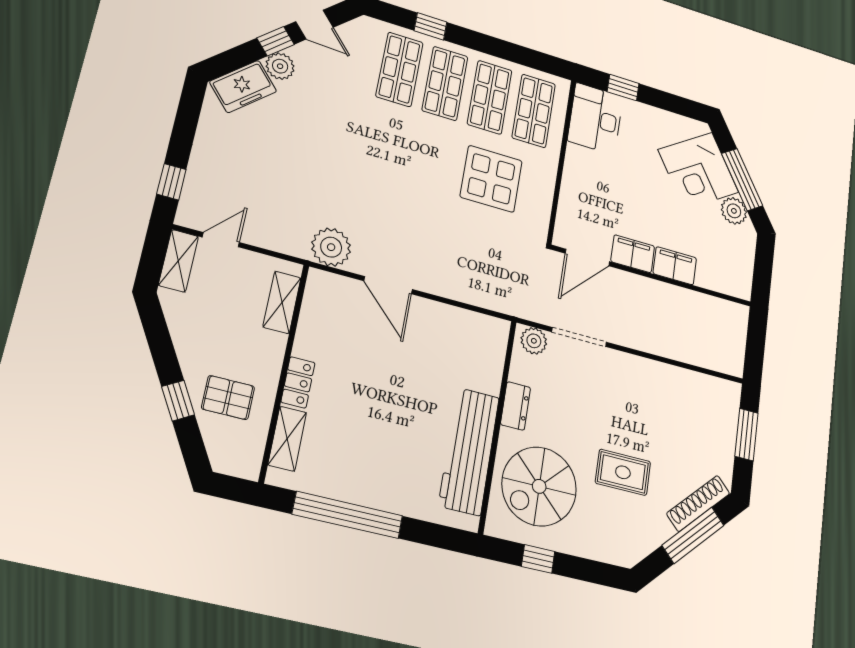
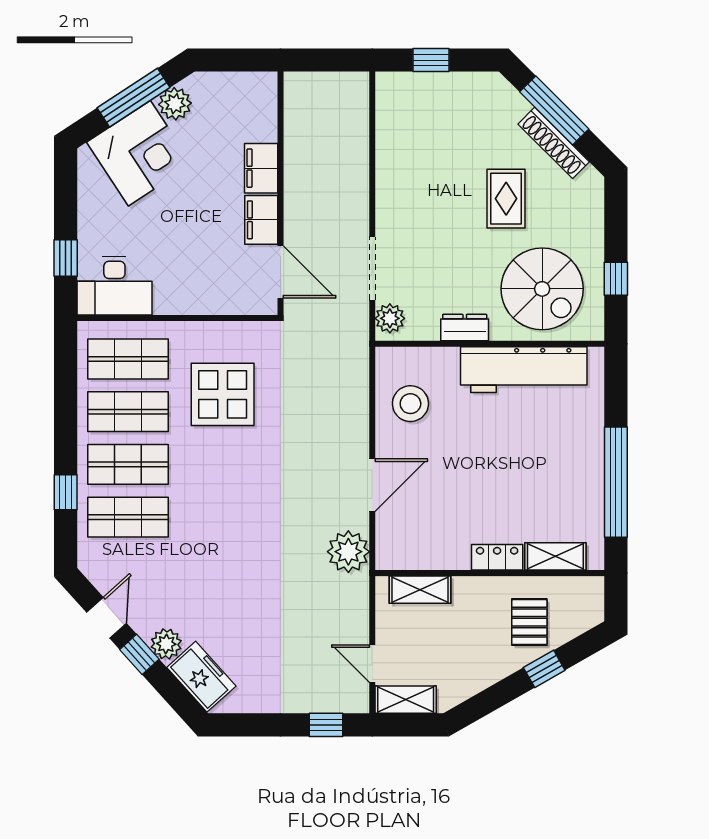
stool: (456, 339) -> (410, 404), added
window: (746, 435) -> (431, 60), width x0.67
shoe rack: (698, 503) -> (554, 143), moved

